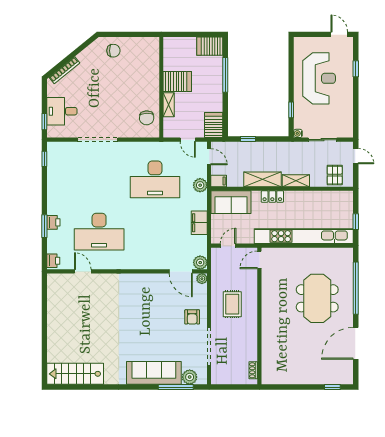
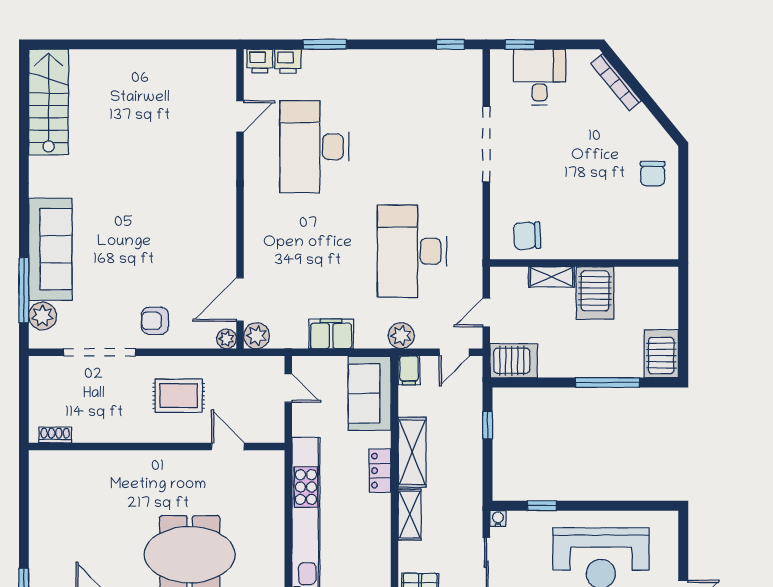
printer: (53, 222) -> (288, 61), moved
door: (259, 260) -> (228, 447), moved

